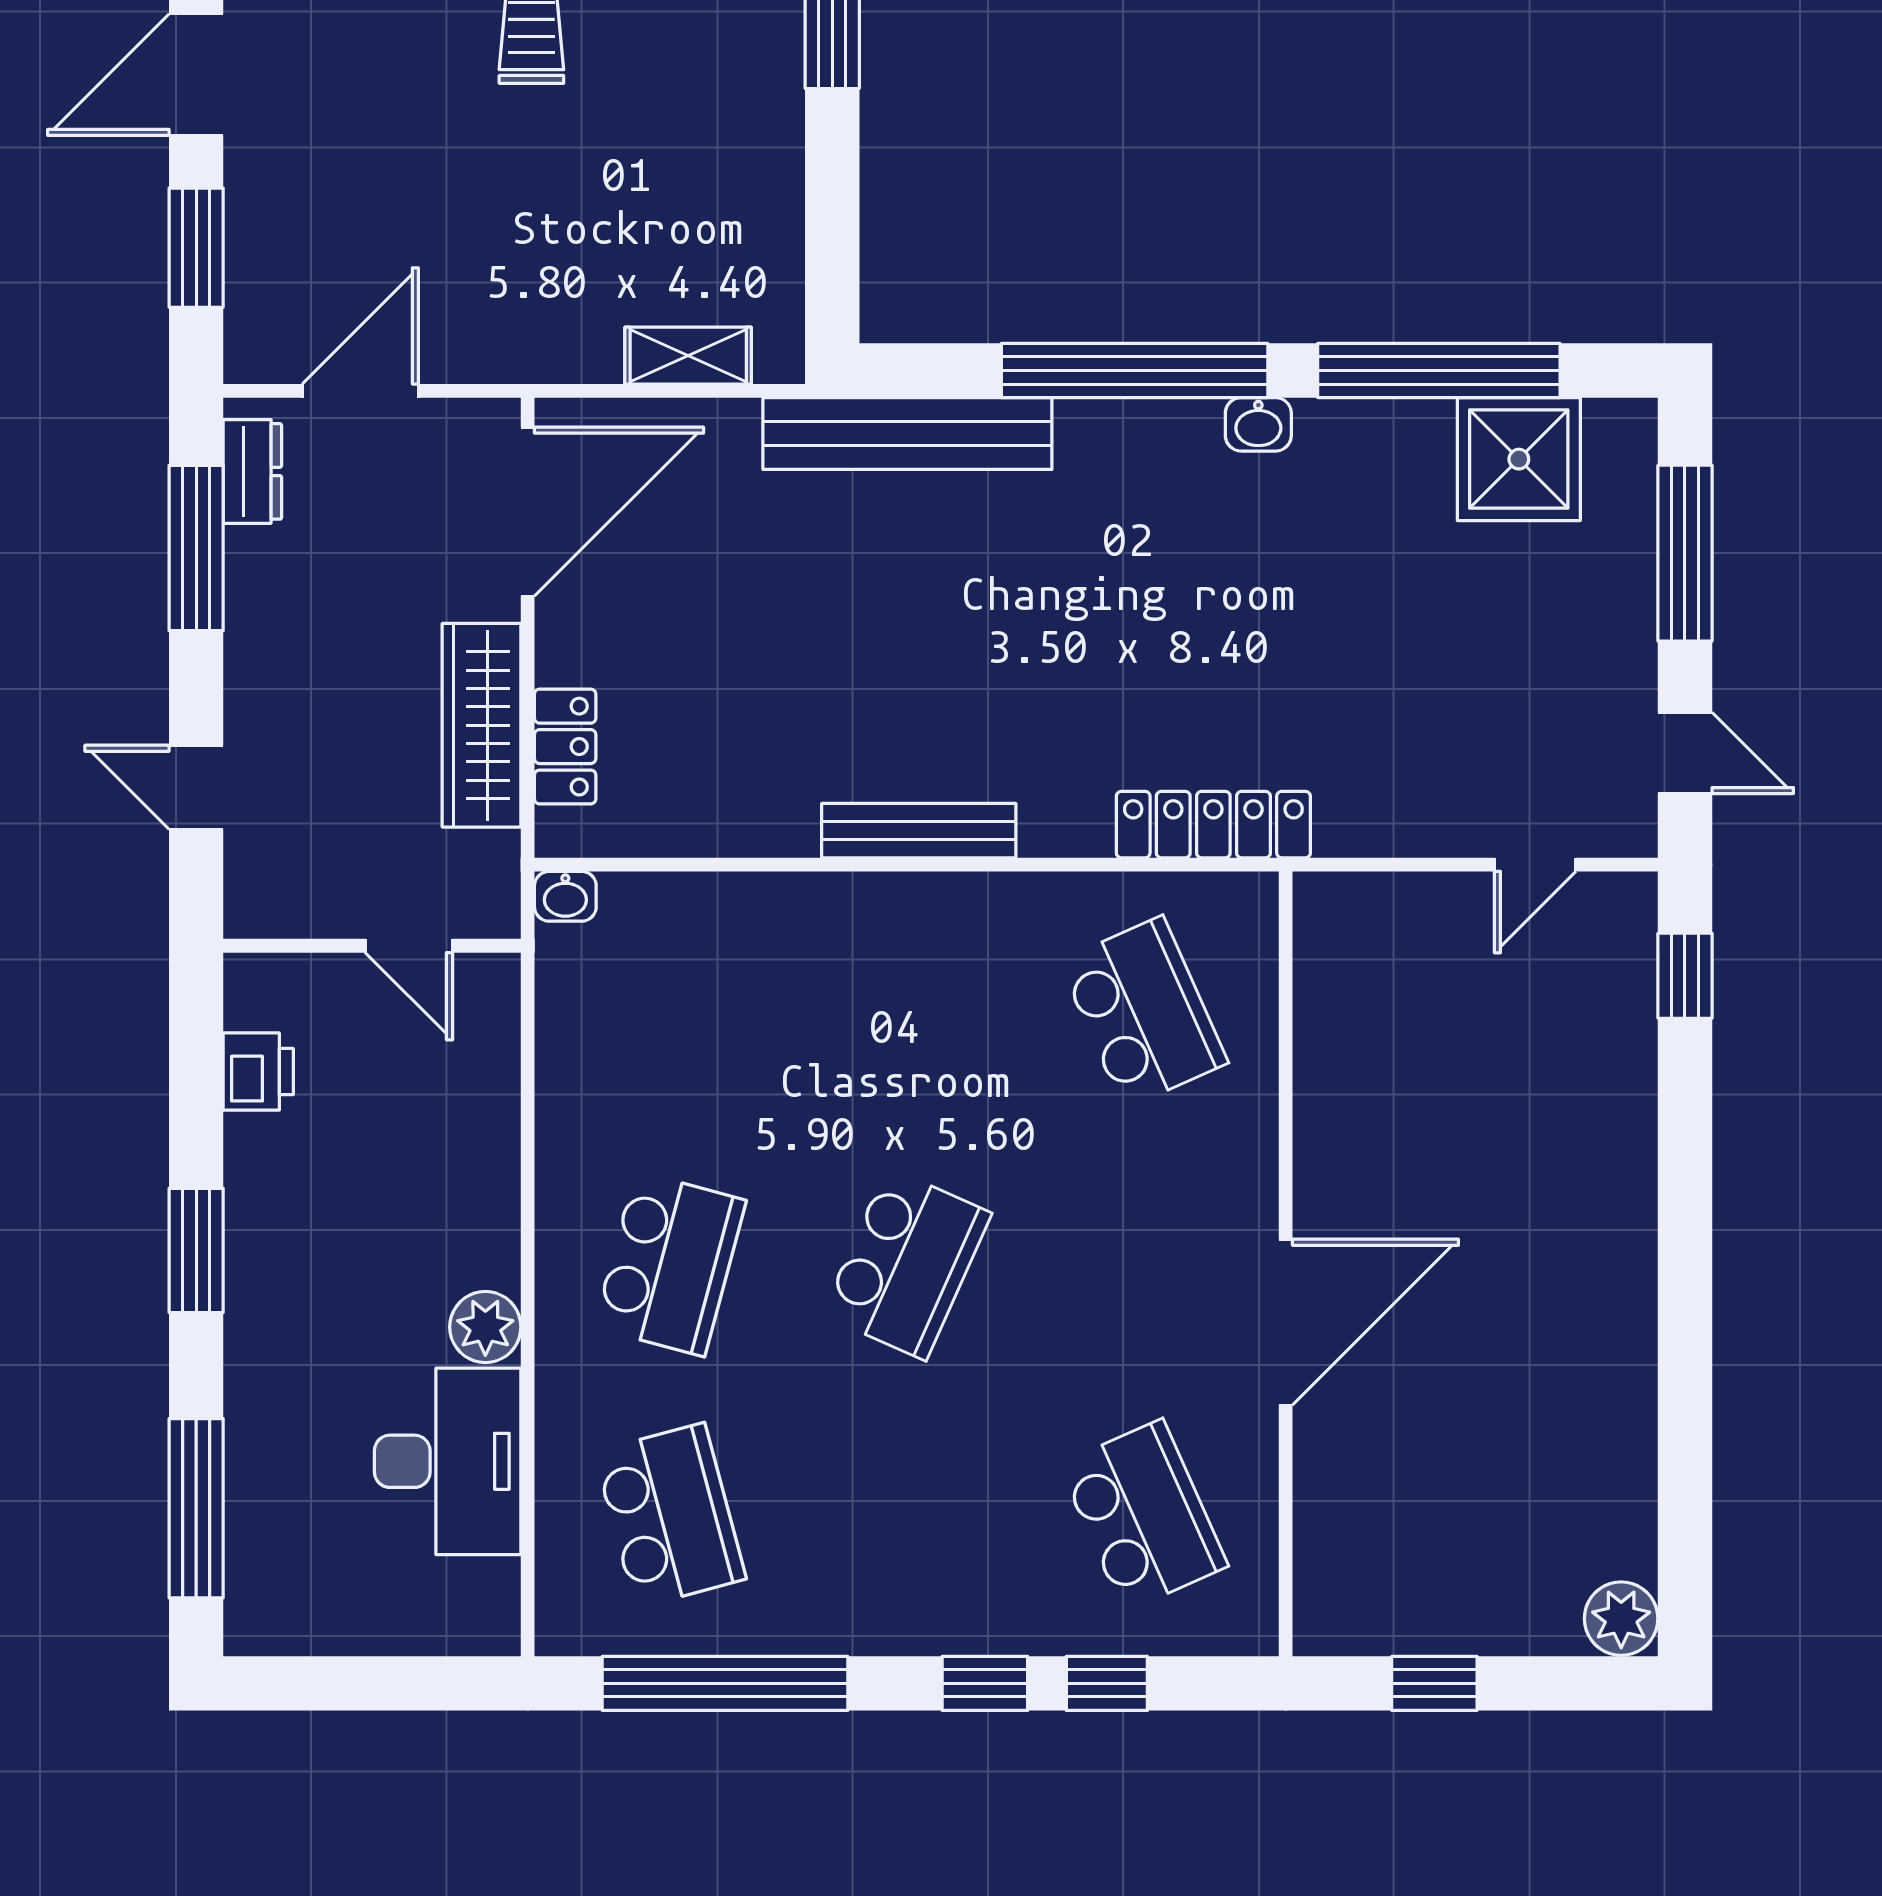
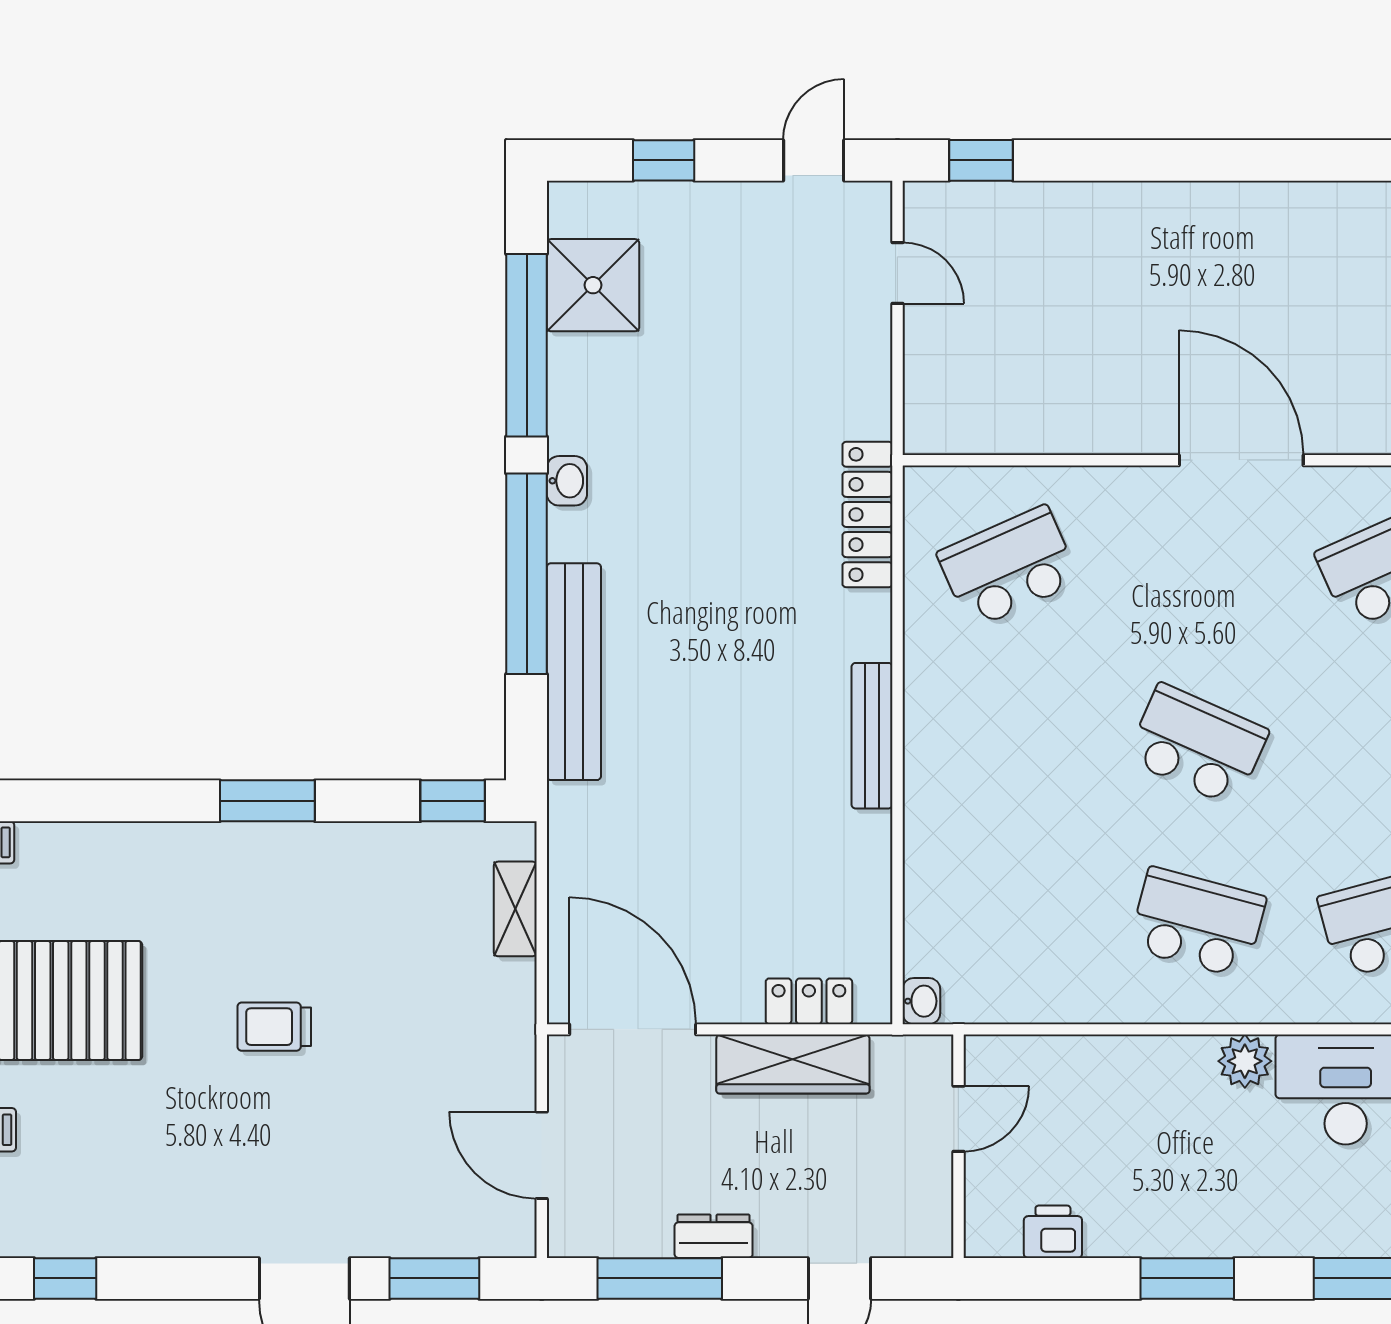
window: (832, 272) -> (453, 801), added
bench: (907, 434) -> (574, 672), moved
dresser: (252, 471) -> (714, 1236), moved
window: (1685, 553) -> (664, 160), width x0.46

